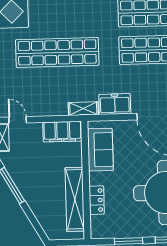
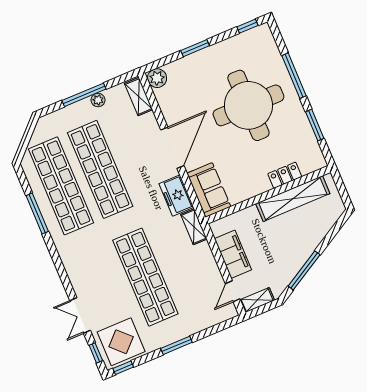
filing cabinet: (62, 132) -> (233, 254), moved
sofa: (100, 150) -> (209, 190), moved, turned 90

